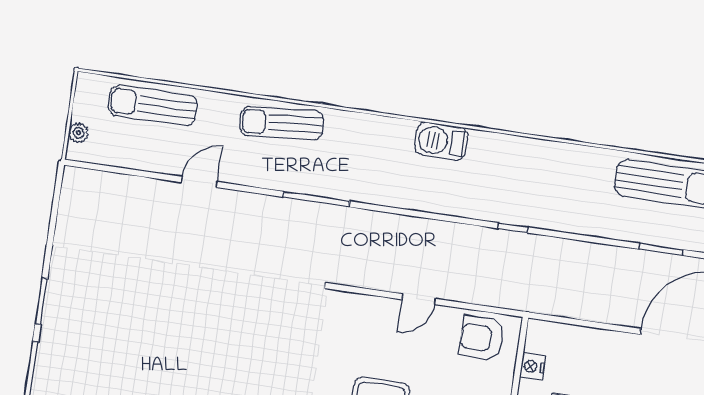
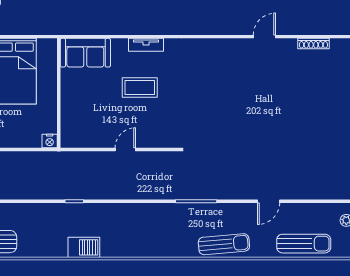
barbecue: (441, 141) -> (84, 247), moved
armchair: (482, 338) -> (84, 132), removed
nightstand: (532, 367) -> (50, 141), moved, turned 90

